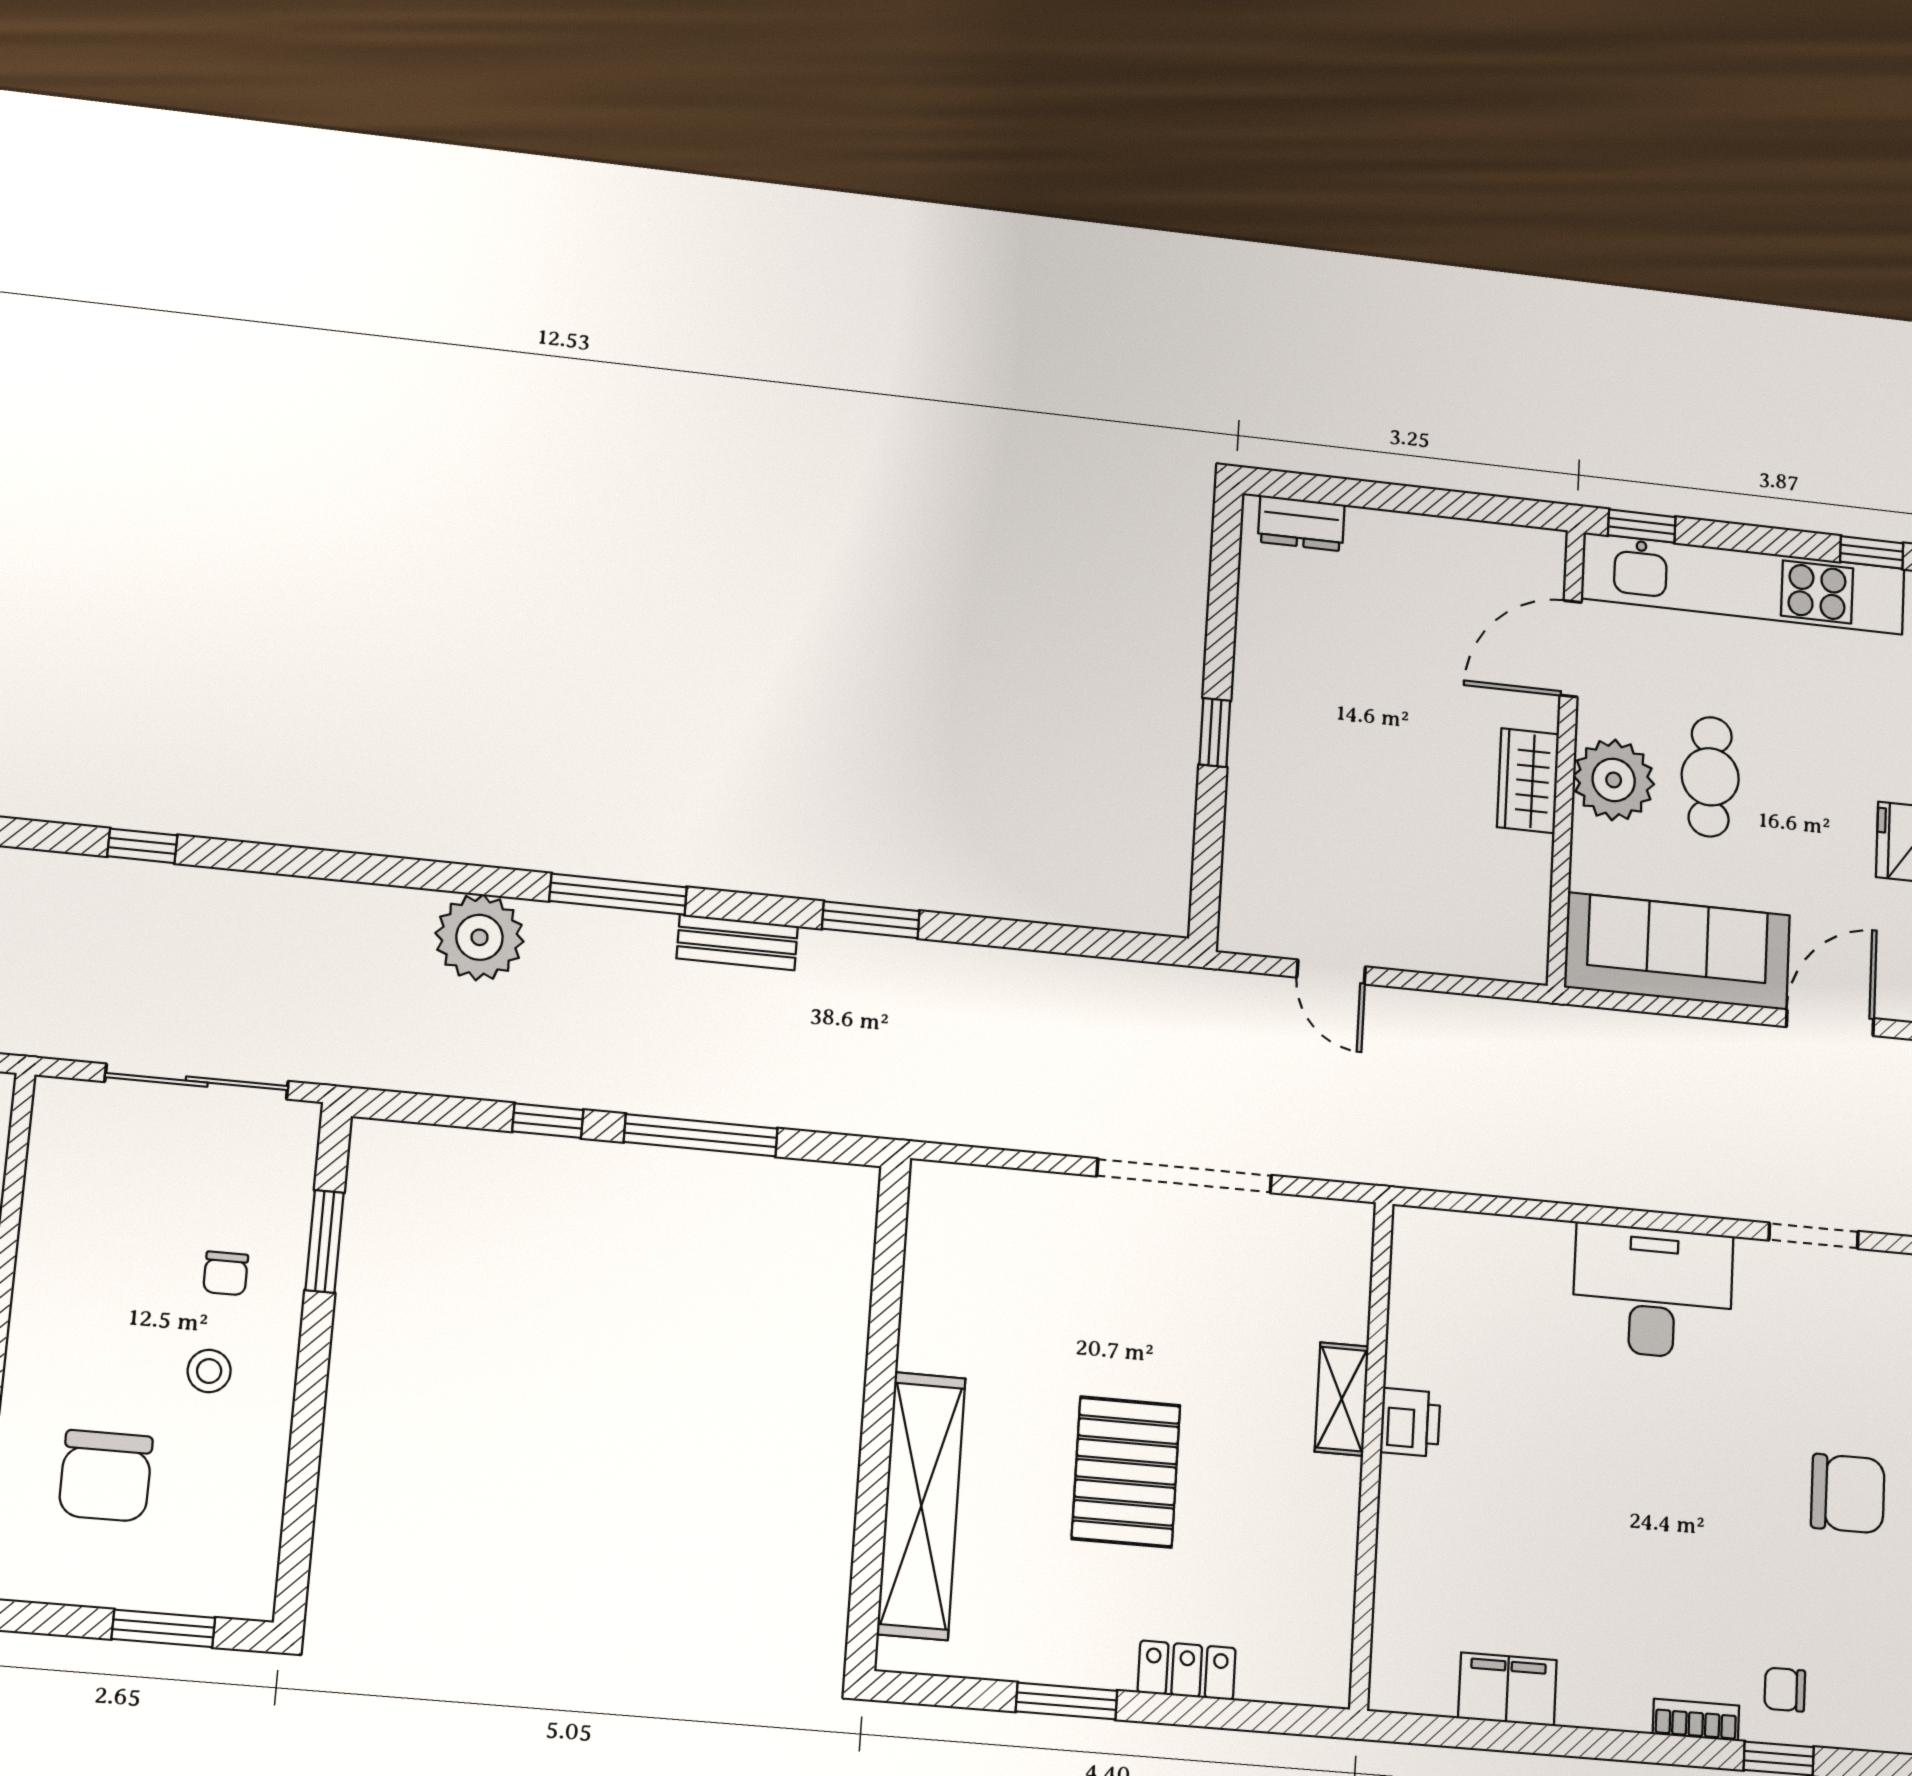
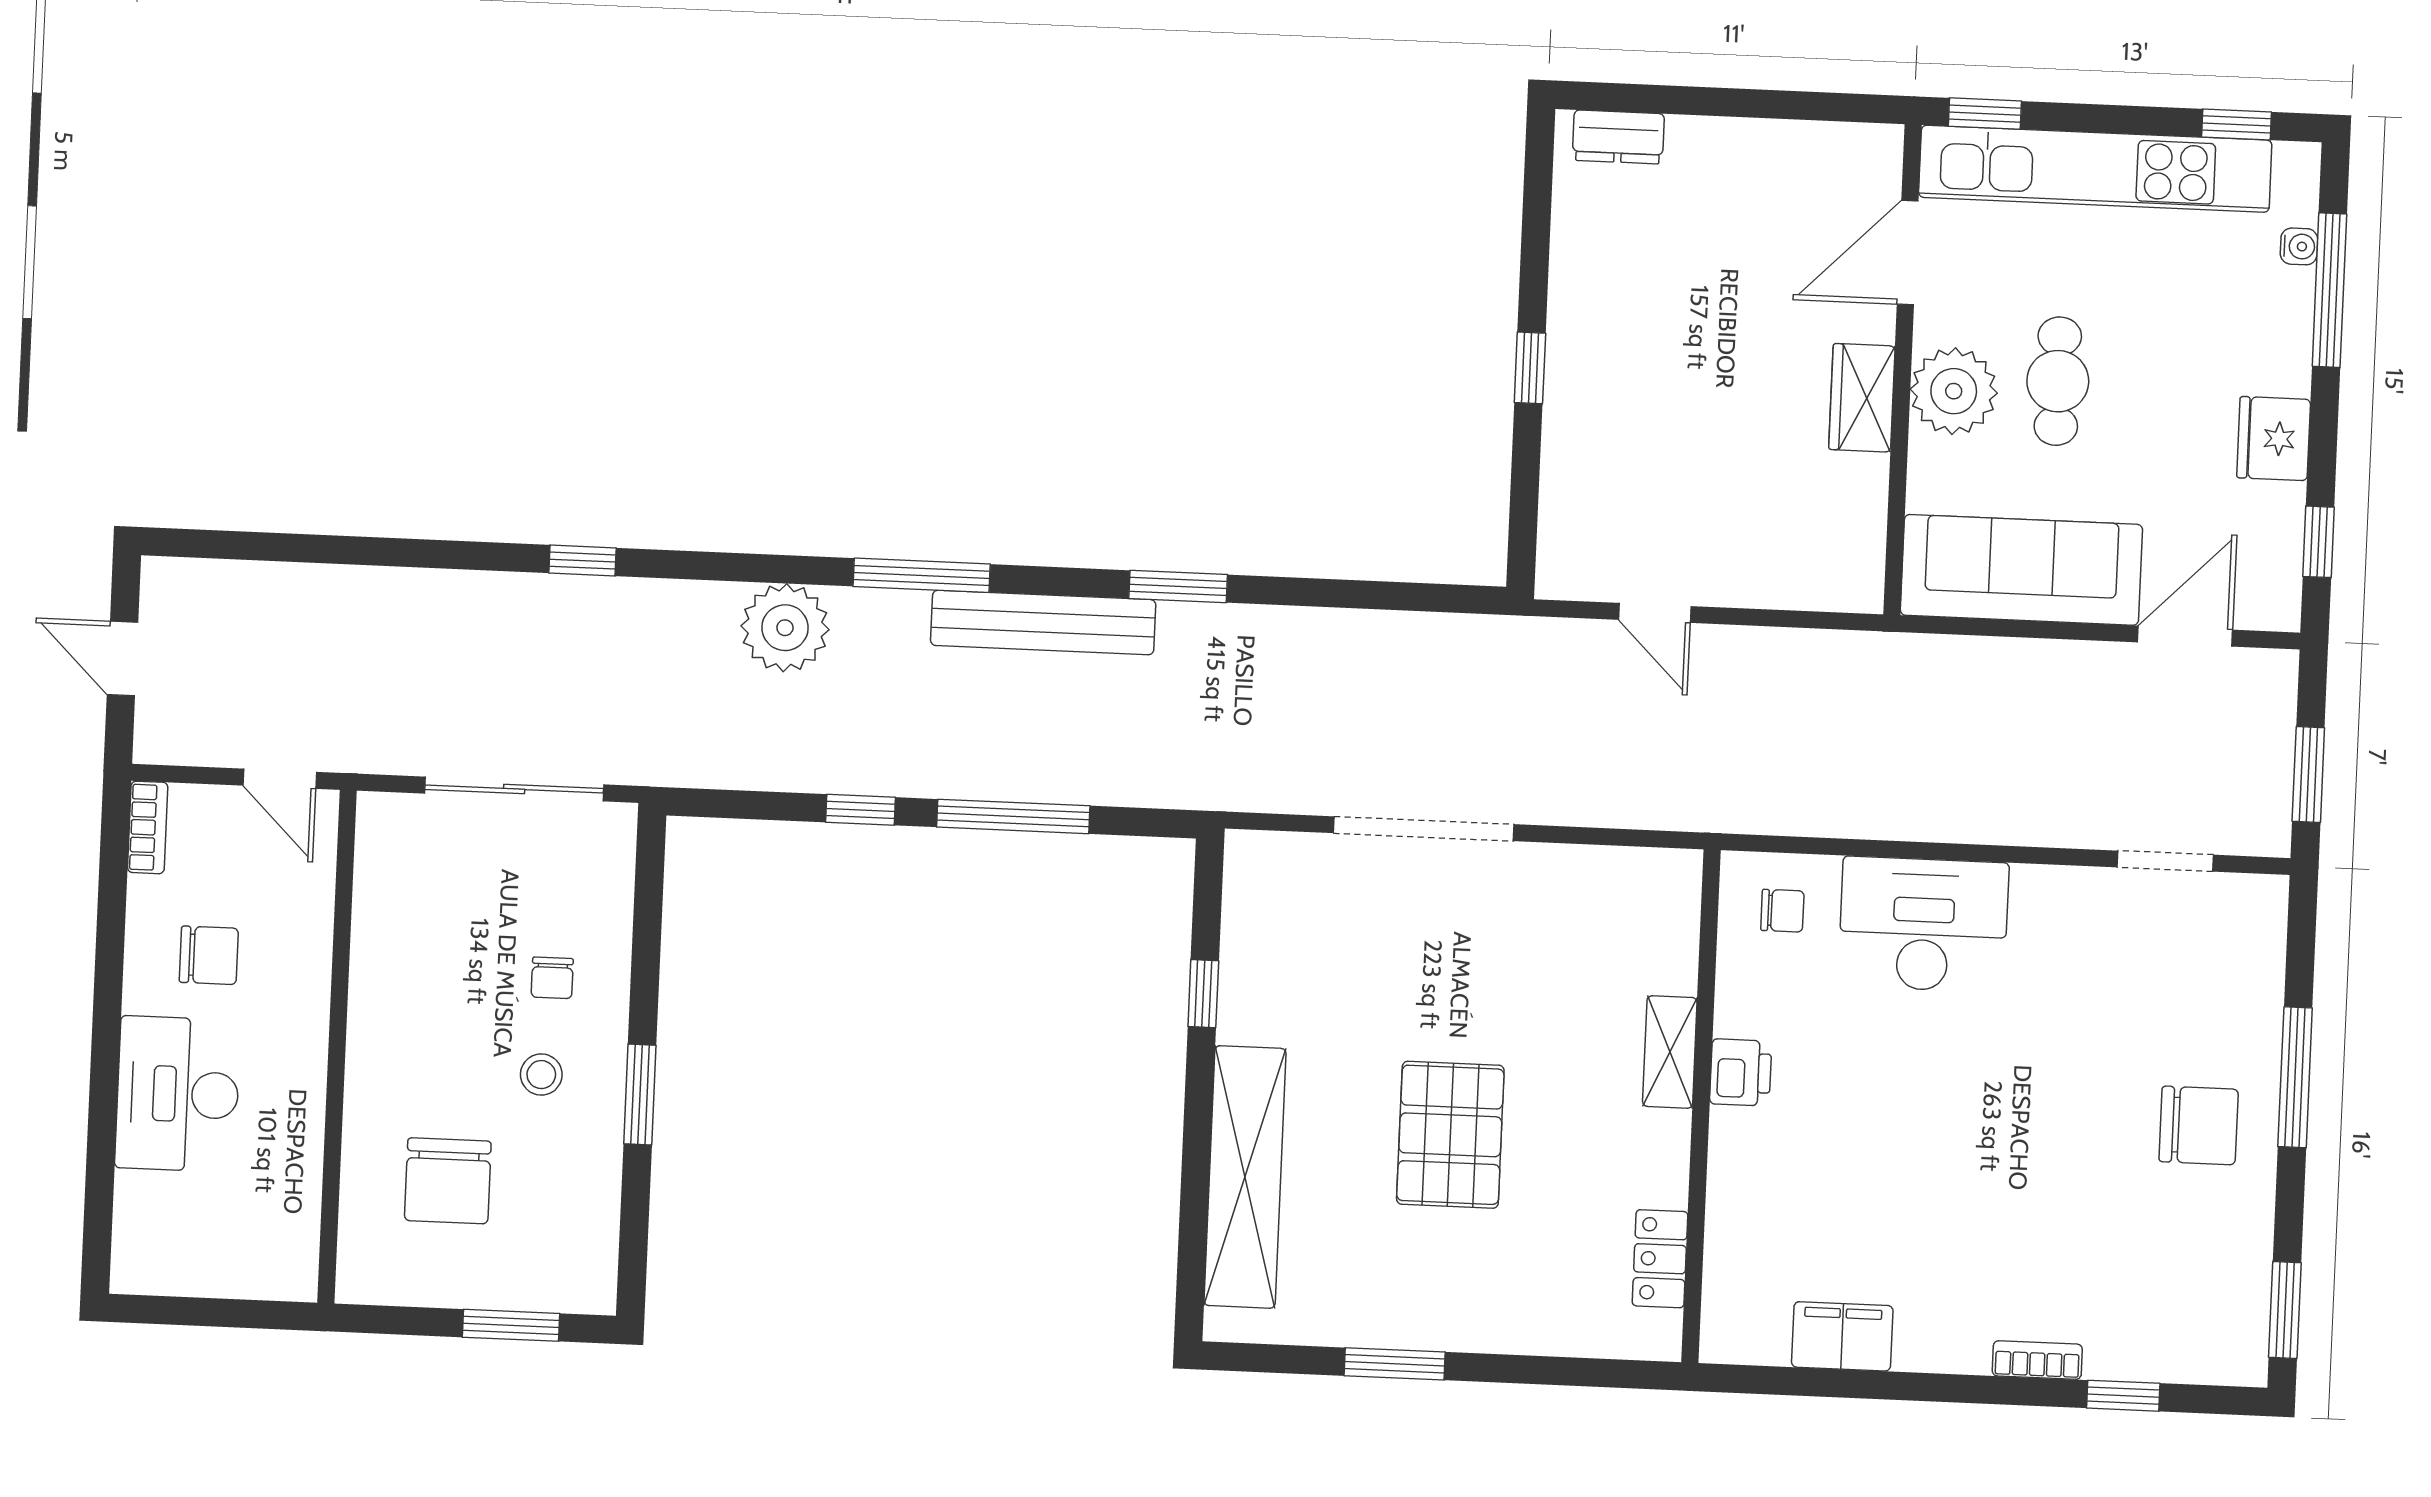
window: (142, 846) -> (582, 560), moved
bench: (737, 942) -> (1043, 623), width x1.86, depth x1.21
doorway: (1184, 1176) -> (1424, 829), moved
window: (325, 1241) -> (640, 1095), moved
desk: (1653, 1292) -> (1923, 924), moved
window: (885, 1320) -> (1203, 994), added
locker: (1187, 1670) -> (1660, 1259), moved, turned -90
chair: (1785, 1690) -> (1782, 911), moved, turned 180

